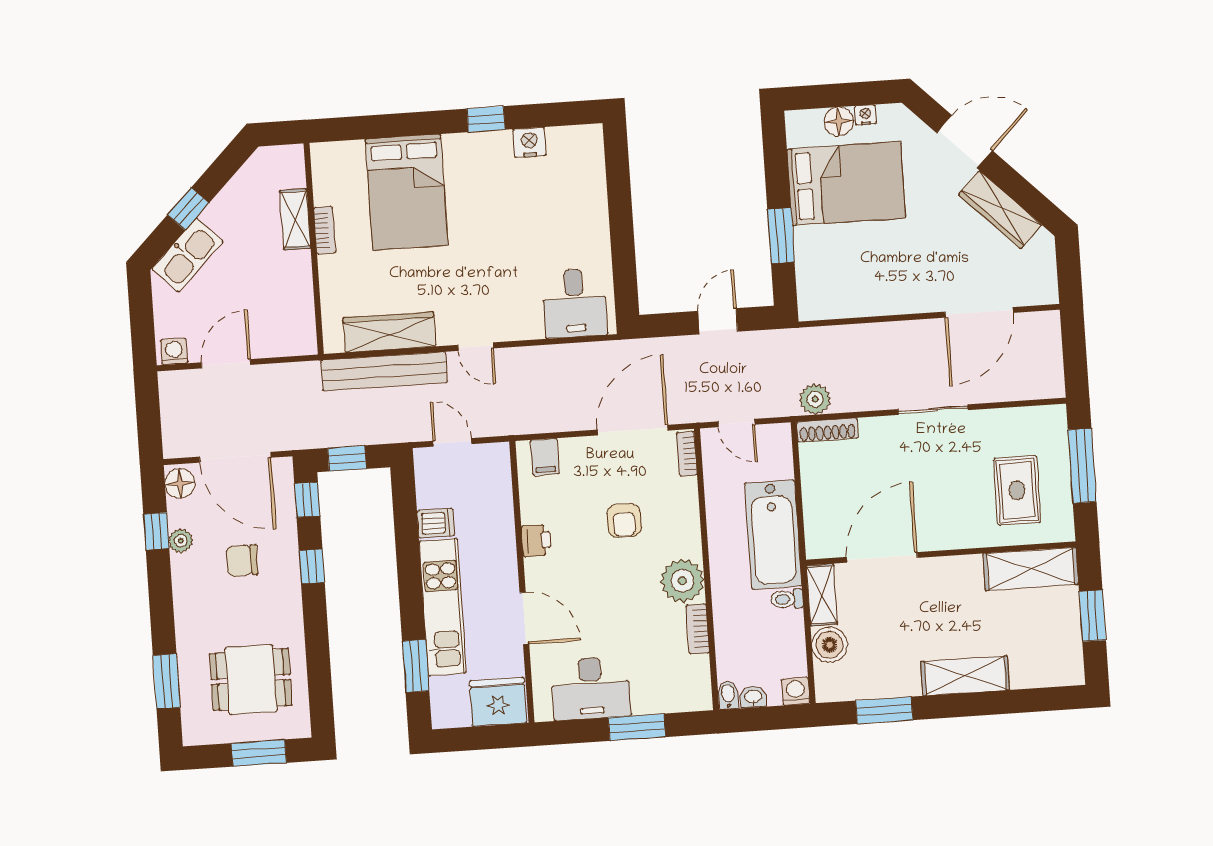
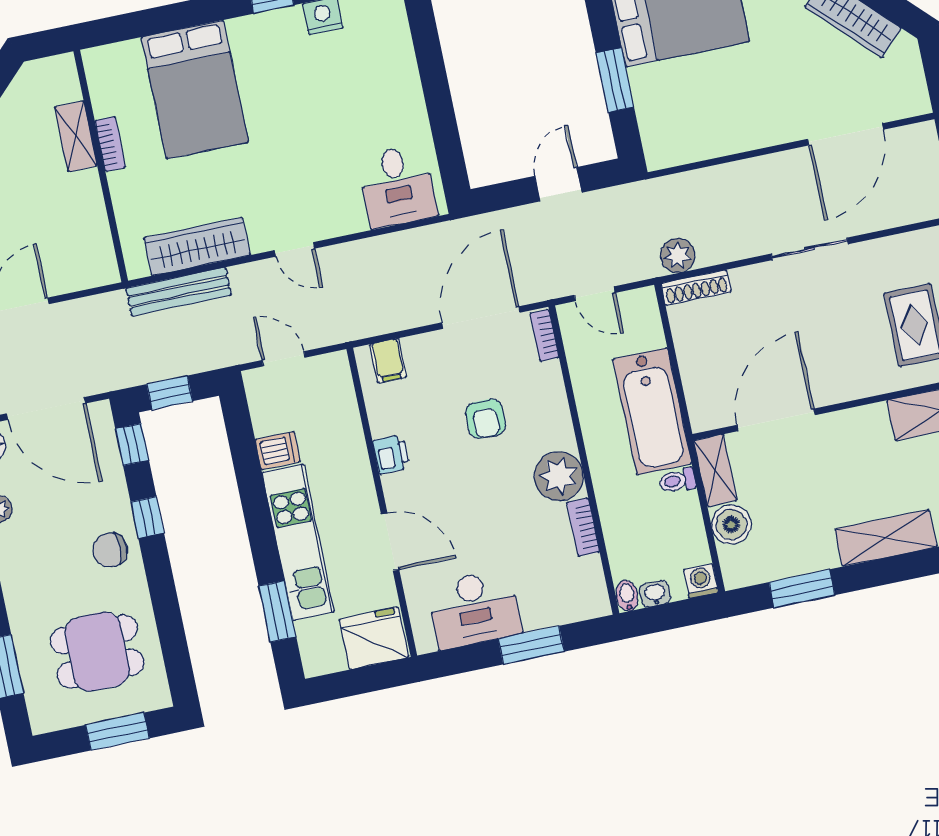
bench: (384, 371) -> (179, 292), width x0.73, depth x0.82
chair: (242, 560) -> (110, 550), moved

